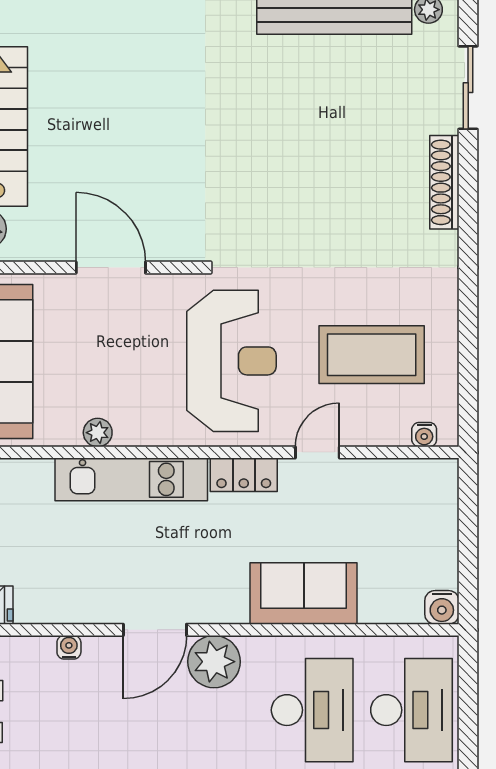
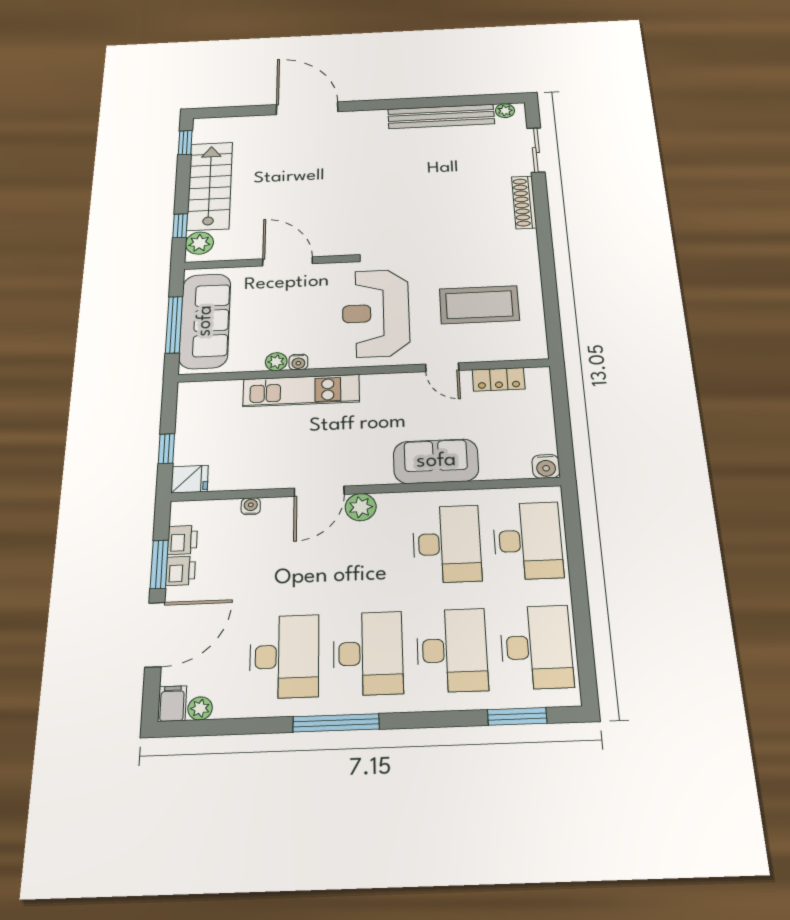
reception desk: (231, 361) -> (376, 313), turned 180
water cooler: (424, 435) -> (298, 362), moved
door: (317, 452) -> (442, 367), swing flipped
locker: (244, 475) -> (499, 379), moved
plant: (214, 662) -> (361, 507), width x0.73, depth x0.73

